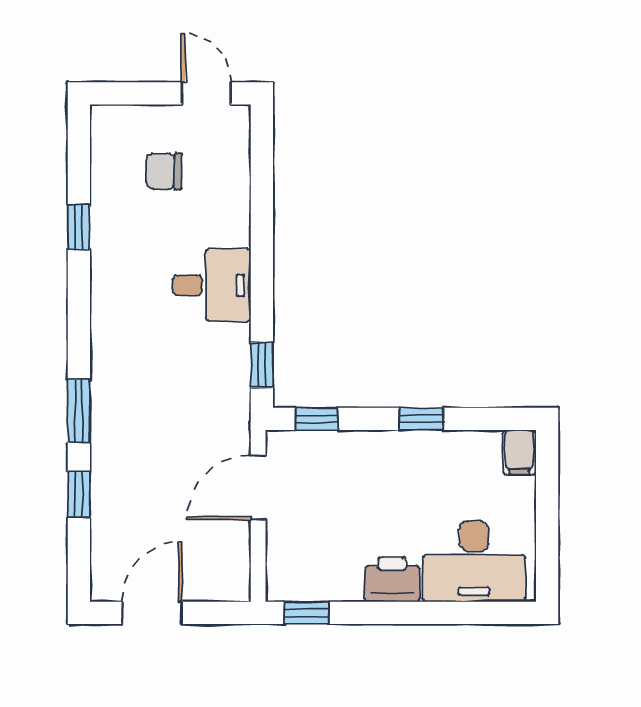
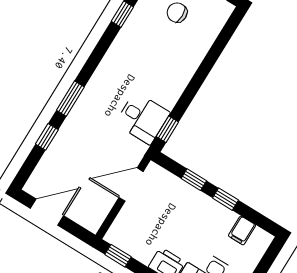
desk: (212, 285) -> (143, 118), moved
window: (317, 419) -> (194, 180), moved
filing cabinet: (519, 452) -> (242, 230), moved

